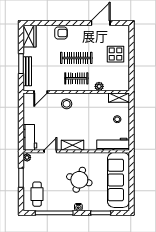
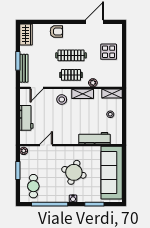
workbench: (30, 137) -> (26, 118), moved
workbench: (113, 144) -> (95, 138), moved
shelving: (72, 145) -> (83, 94), moved

